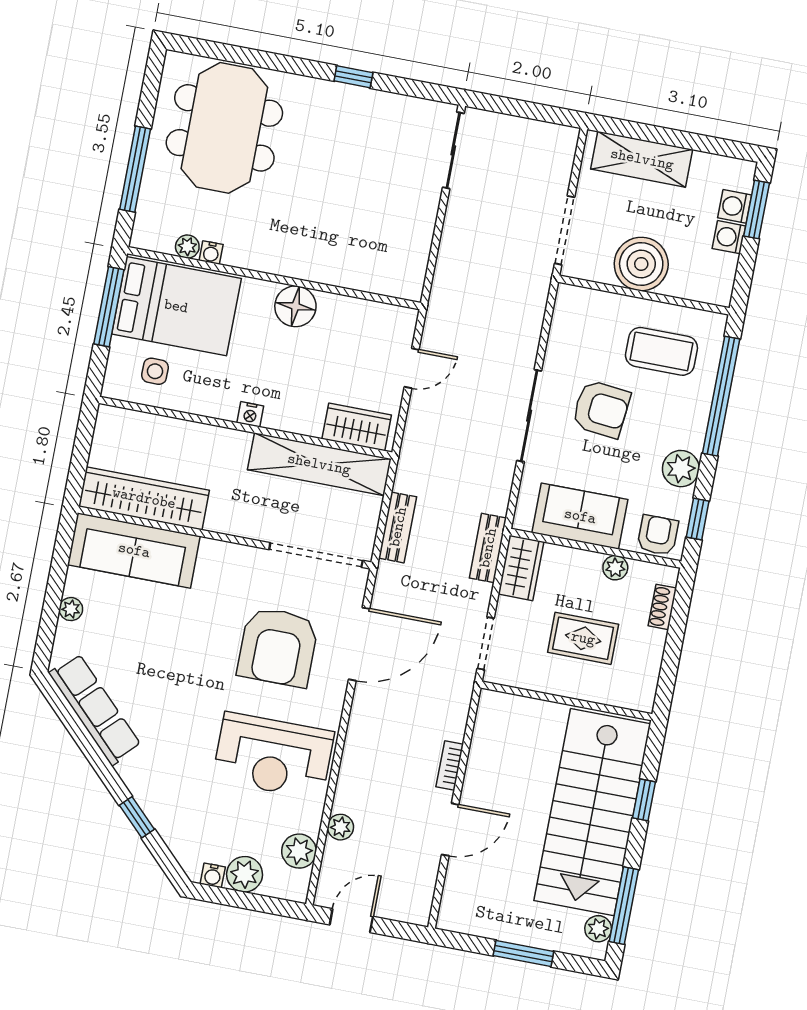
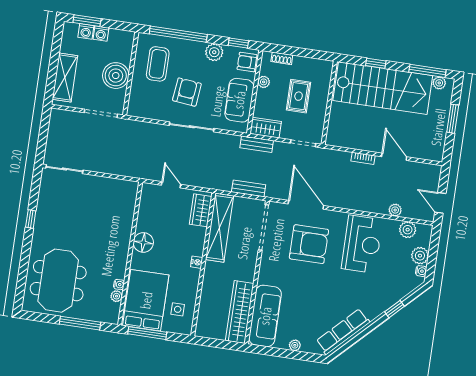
meeting table: (224, 128) -> (58, 281), turned 90

